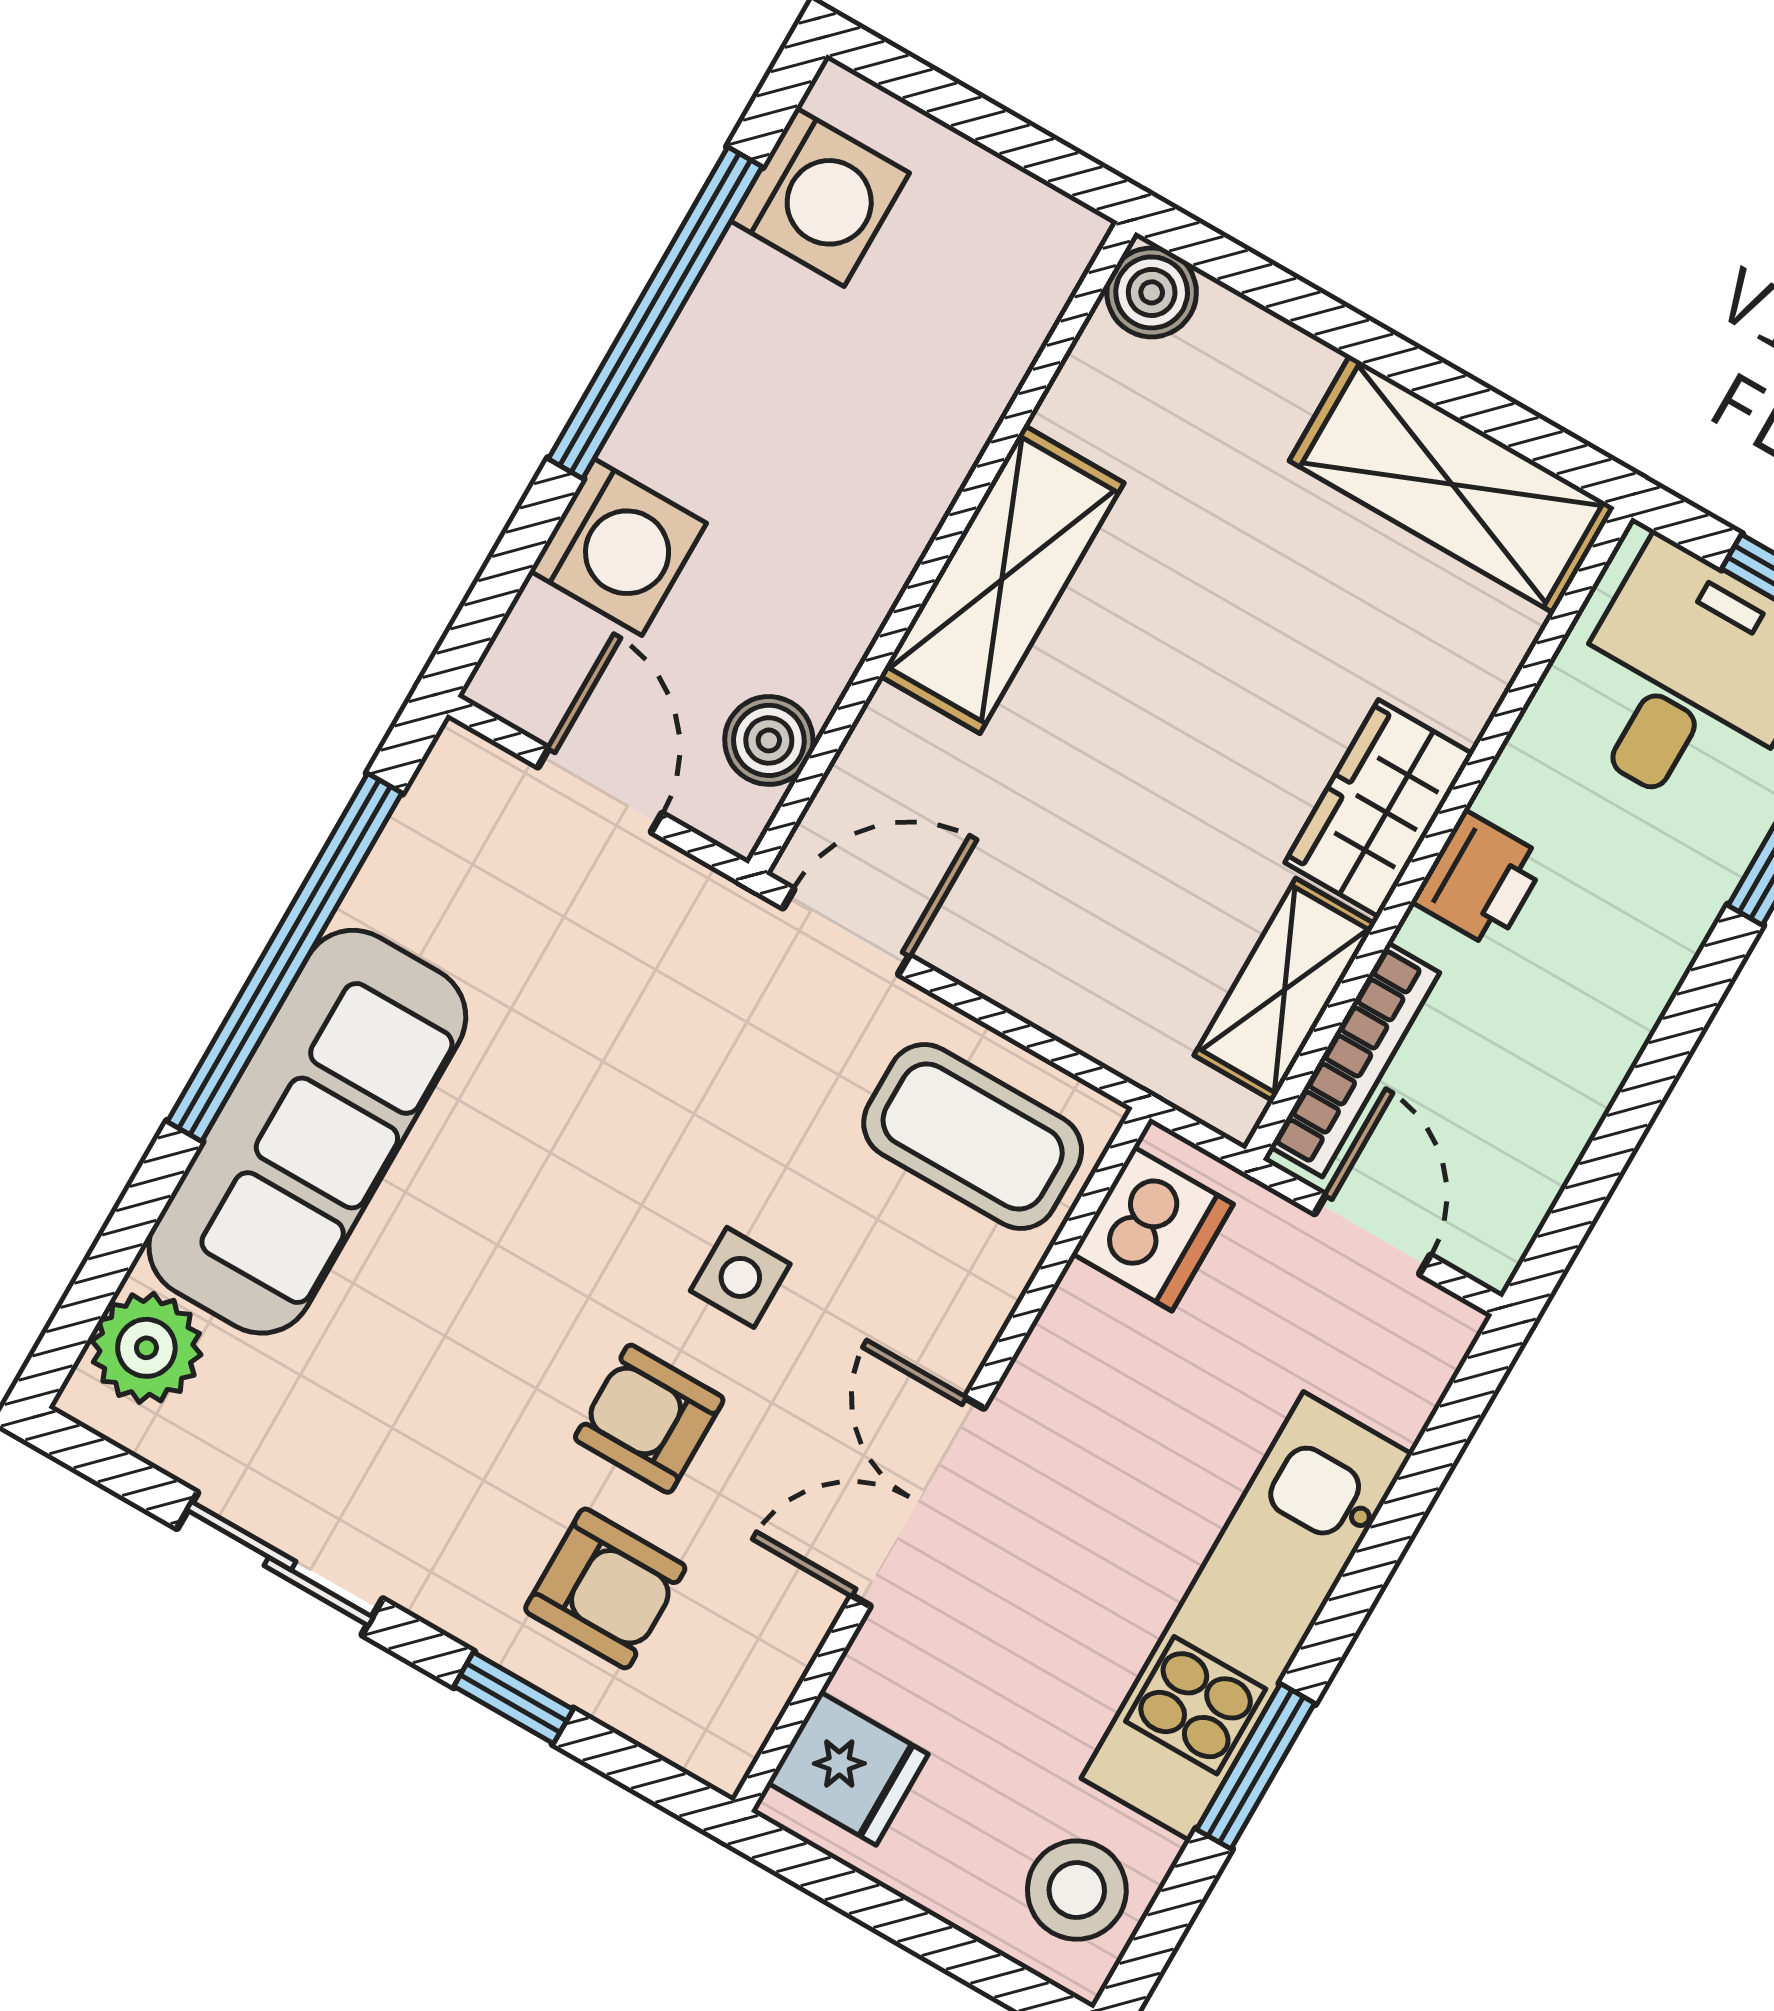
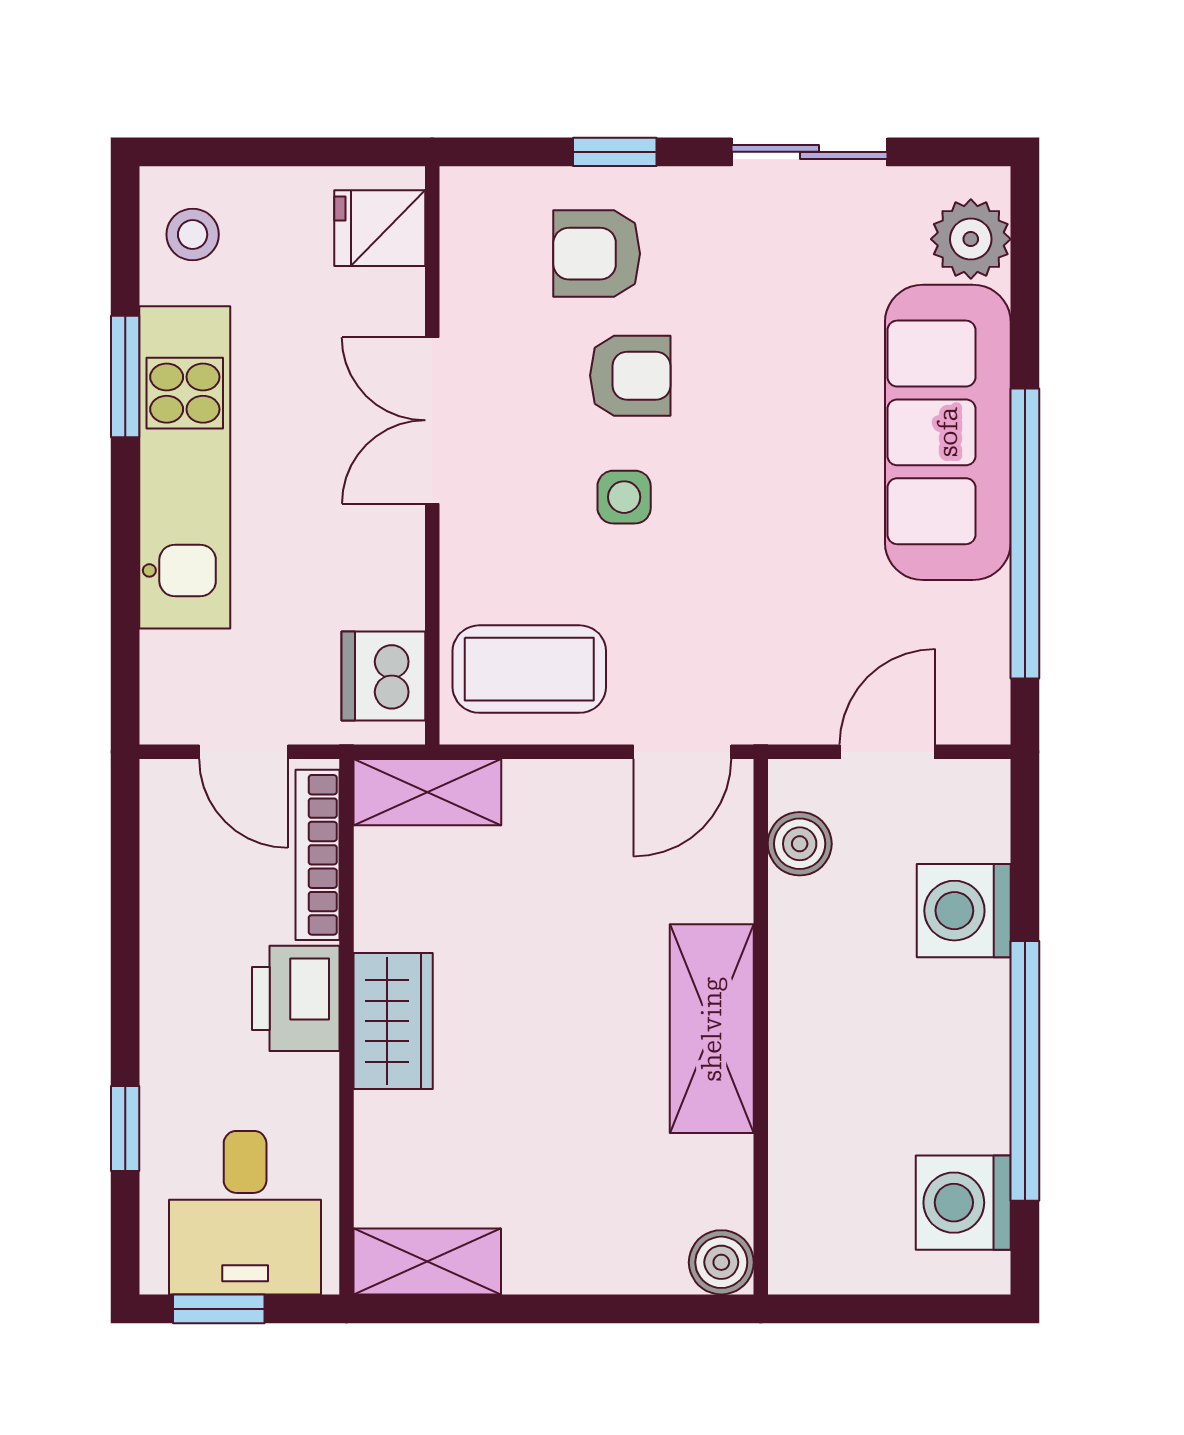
shelving: (1452, 484) -> (427, 1261), width x0.67, depth x0.75
door: (600, 790) -> (888, 752), swing flipped
printer: (1480, 880) -> (296, 998), width x1.36, depth x1.24
shelving: (1285, 990) -> (427, 792), moved, turned 90
double door: (918, 1502) -> (432, 420), swing flipped
stool: (1077, 1890) -> (193, 235), width x0.73, depth x0.73

